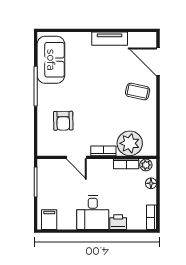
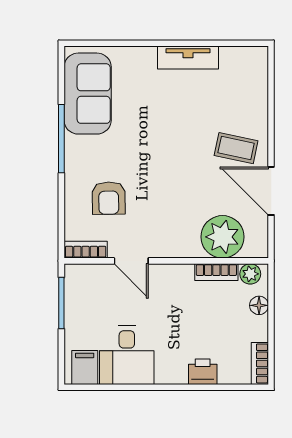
door: (158, 62) -> (271, 191), moved
bookcase: (103, 151) -> (86, 250), moved
desk: (93, 212) -> (127, 355), moved

